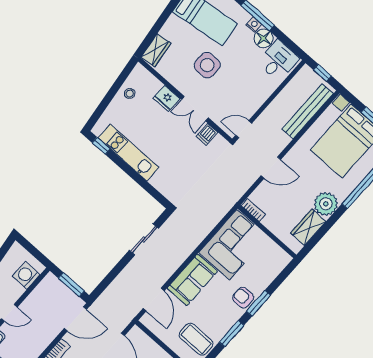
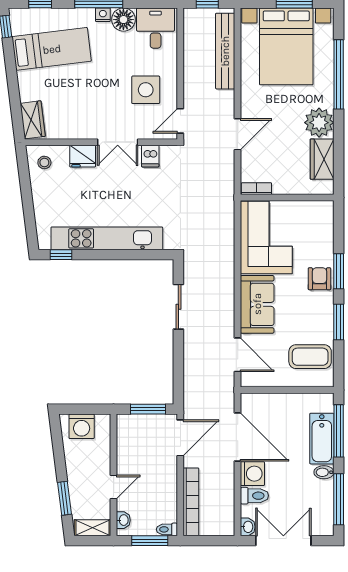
side table: (207, 65) -> (146, 90), moved
stool: (130, 93) -> (44, 162), moved
kitchen unit: (128, 153) -> (107, 238), width x1.36
washing machine: (26, 275) -> (82, 426), moved, turned -90
armchair: (243, 298) -> (319, 279), turned 90

